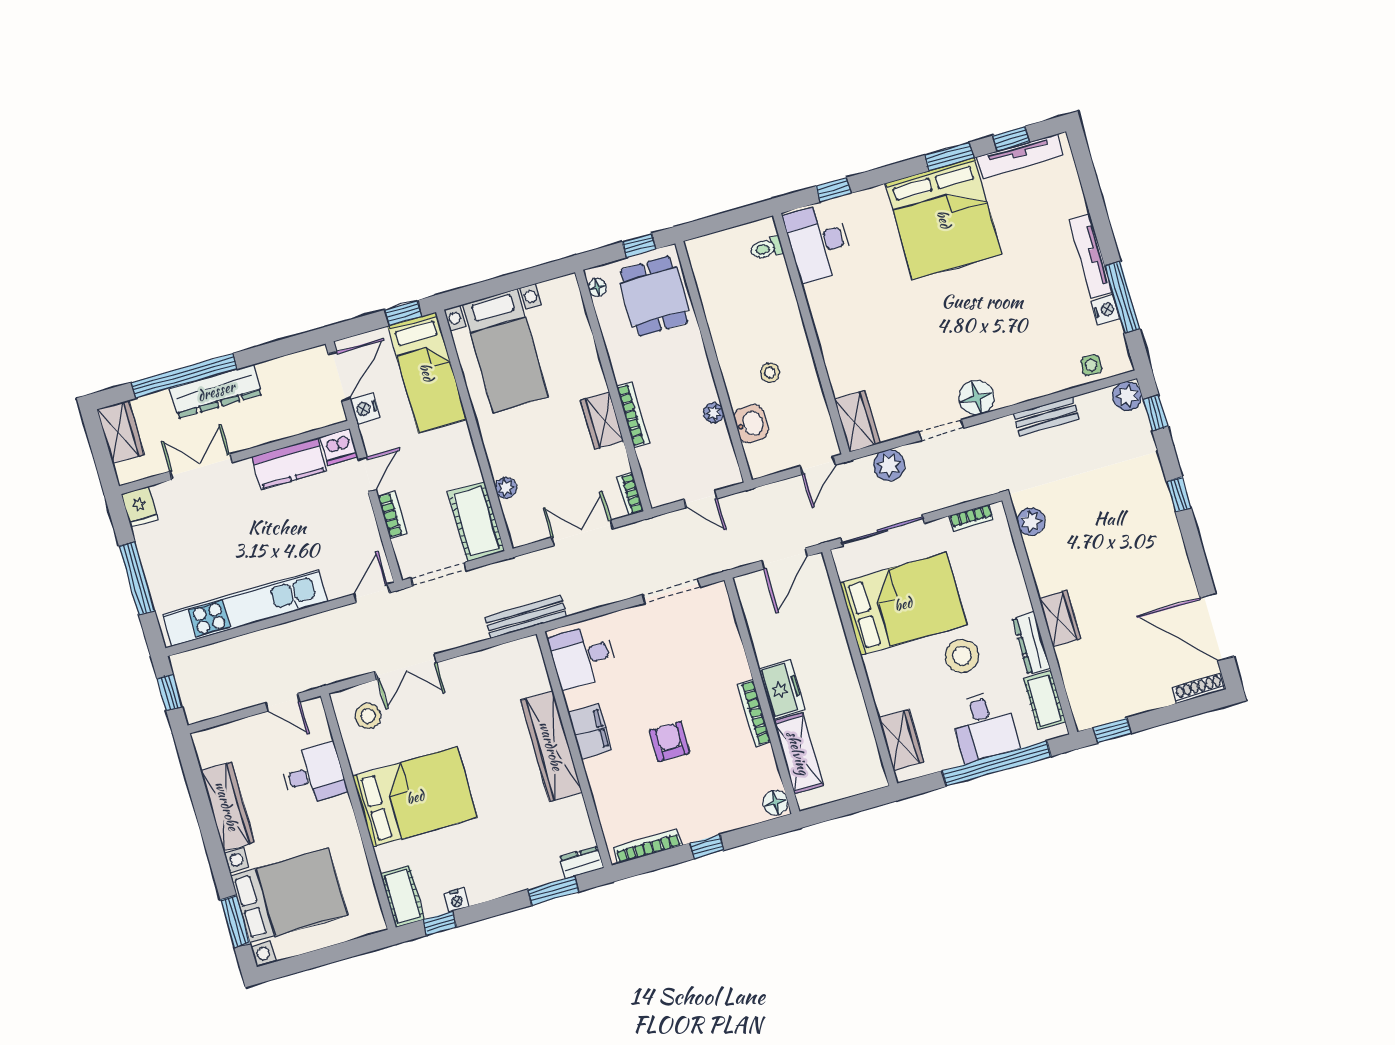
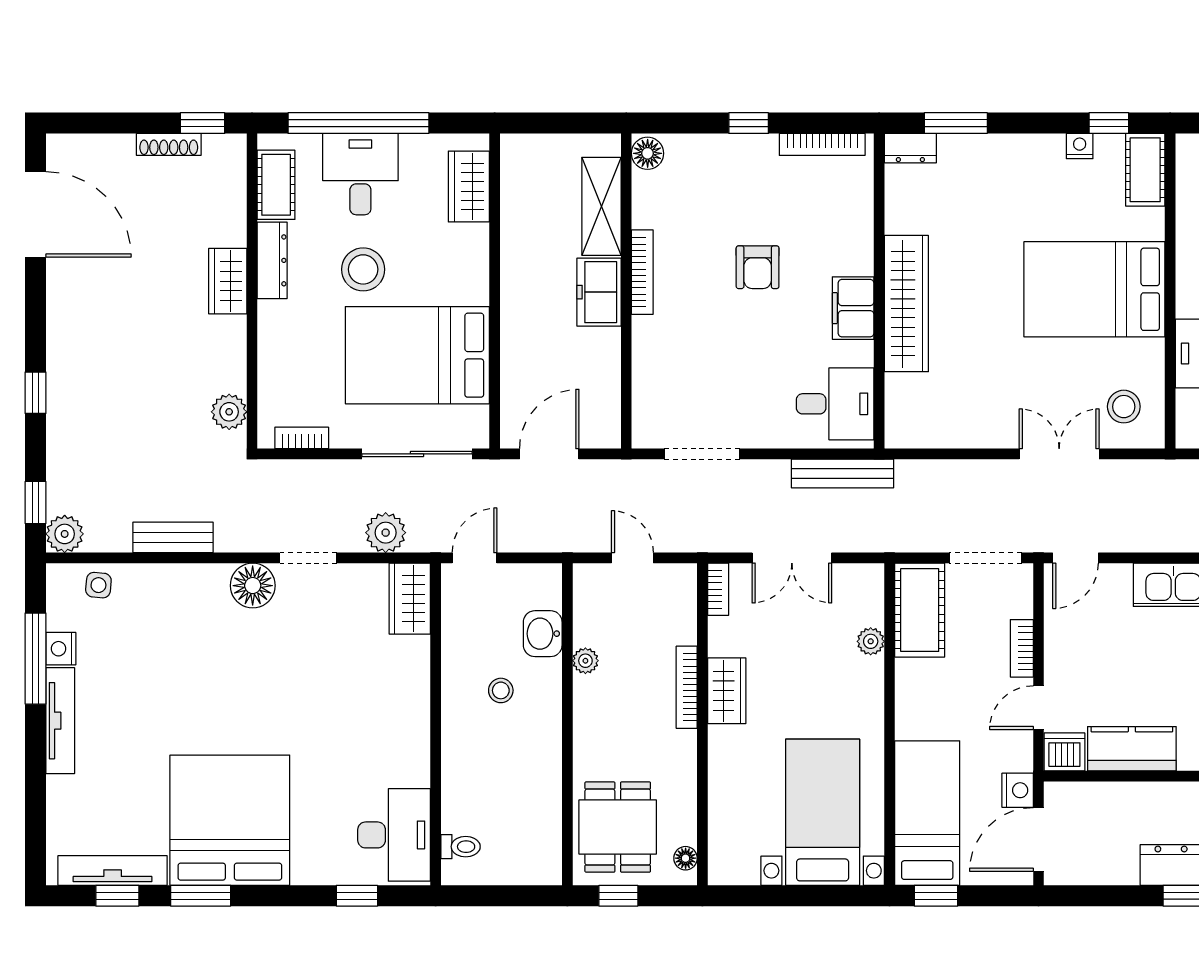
bench: (526, 617) -> (842, 473), moved
shoe rack: (1199, 688) -> (169, 144), moved

